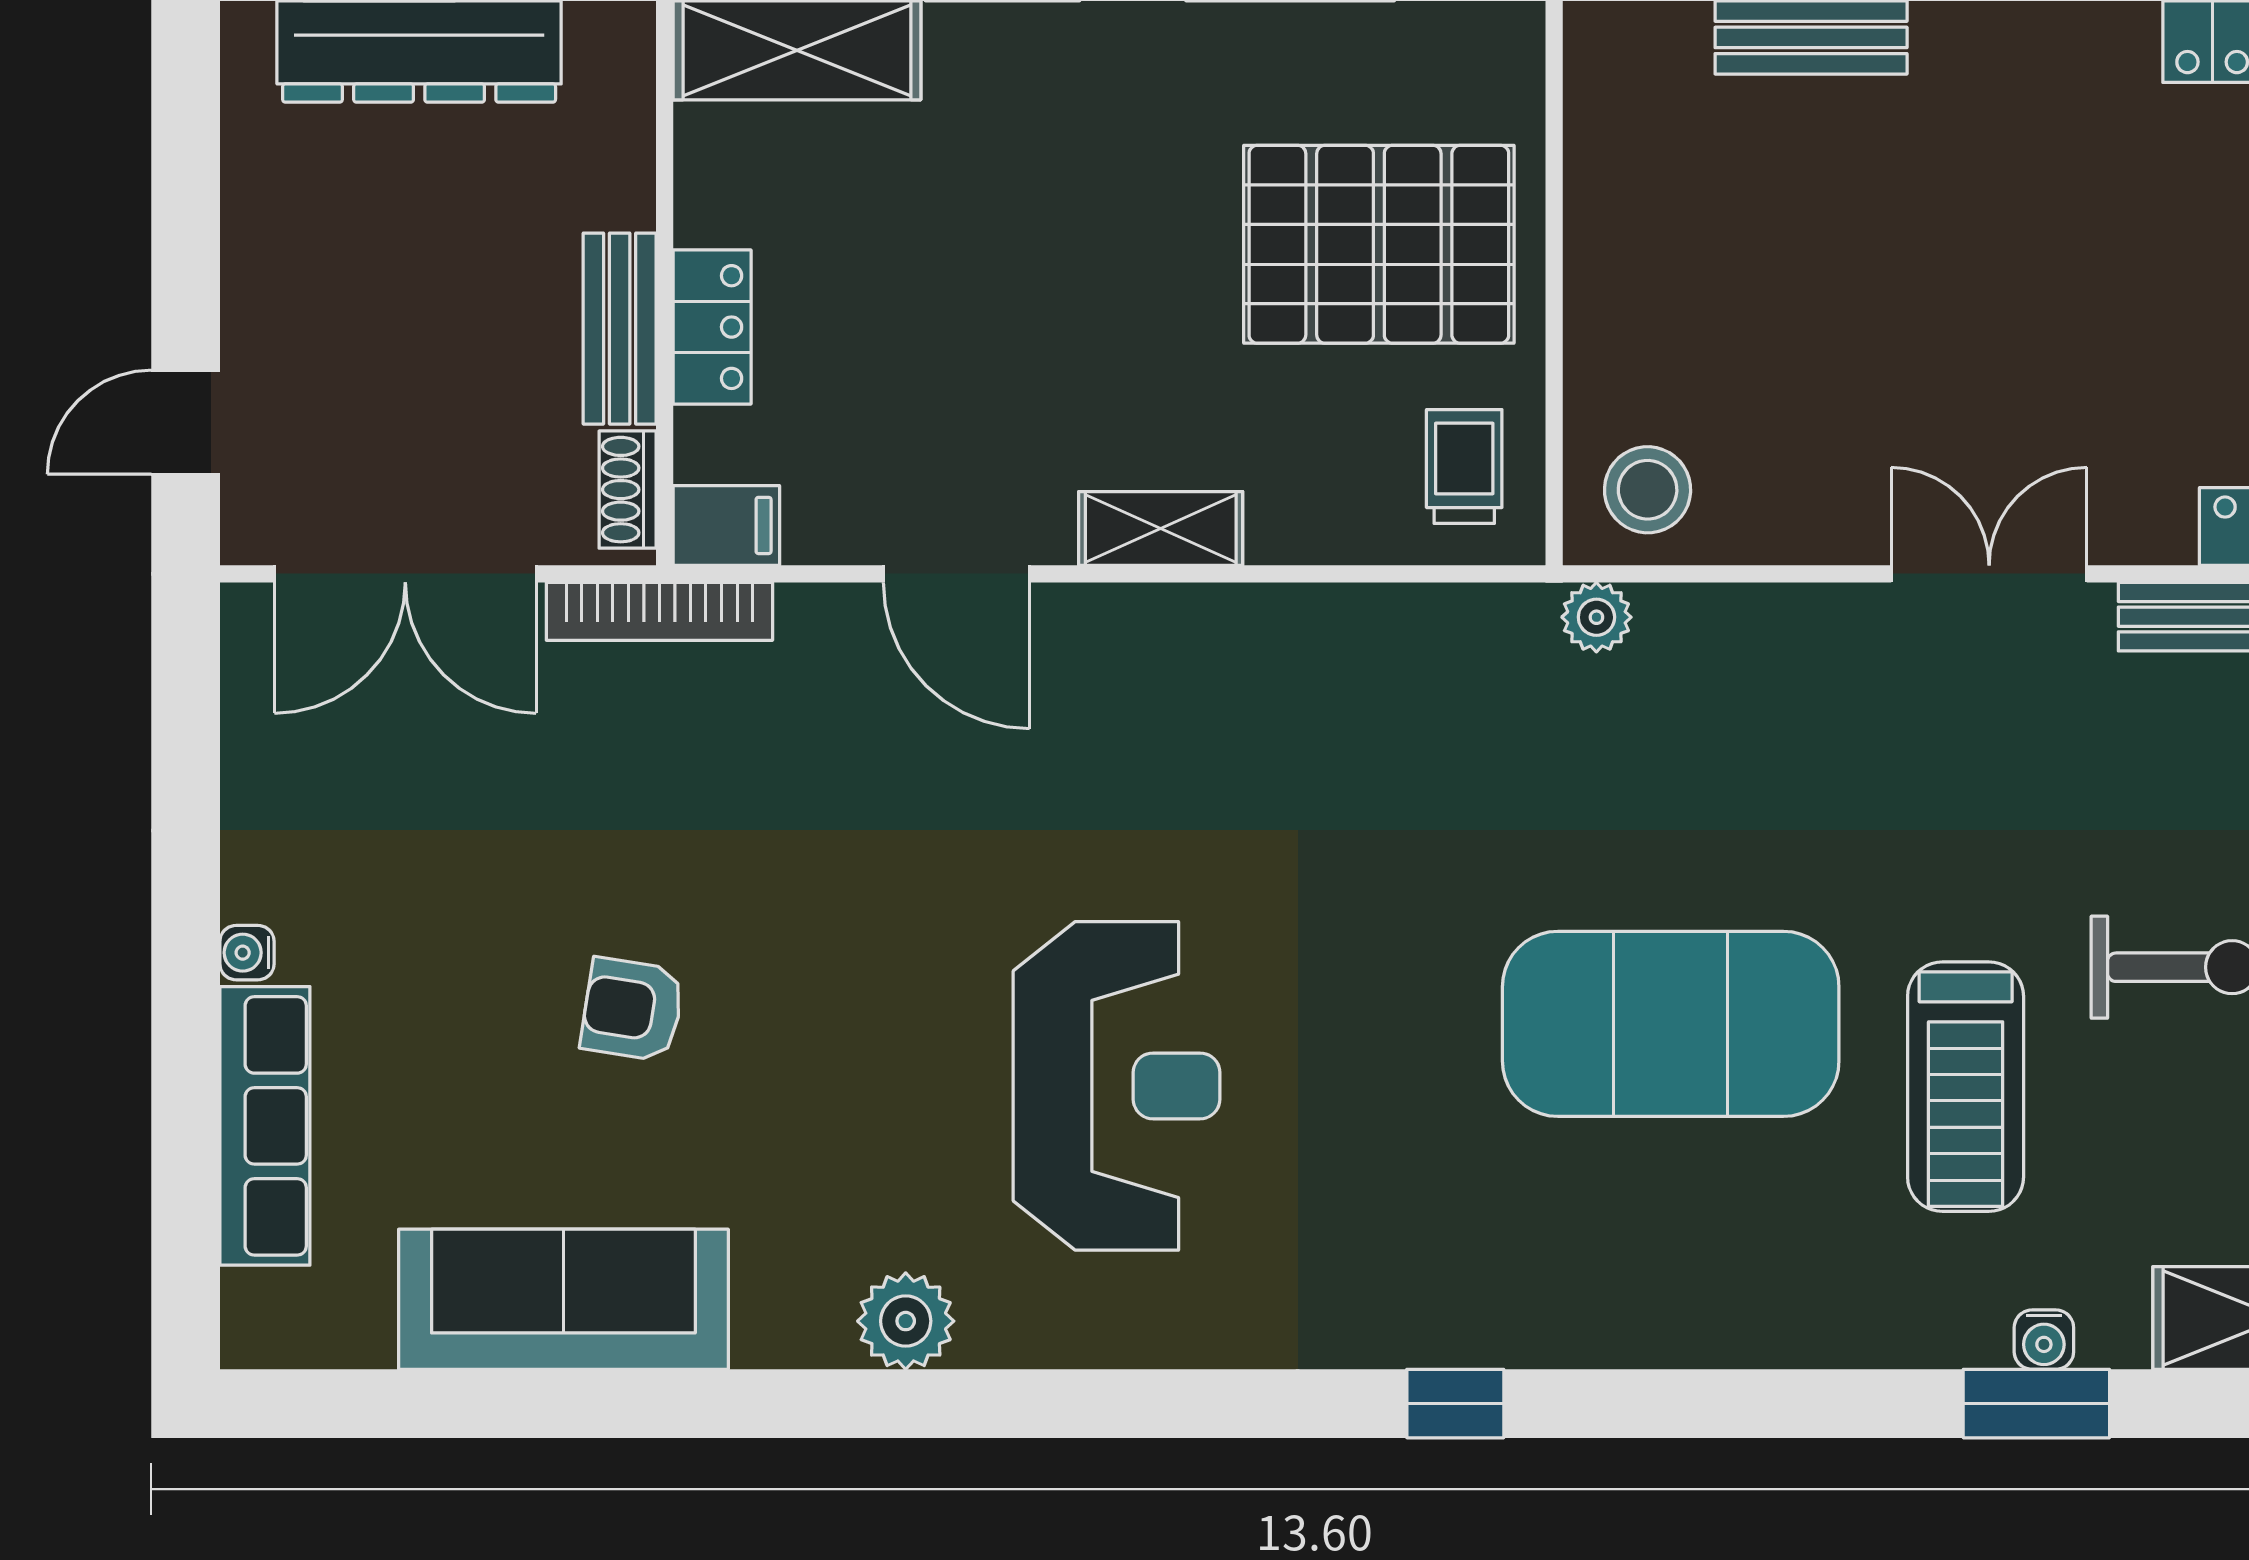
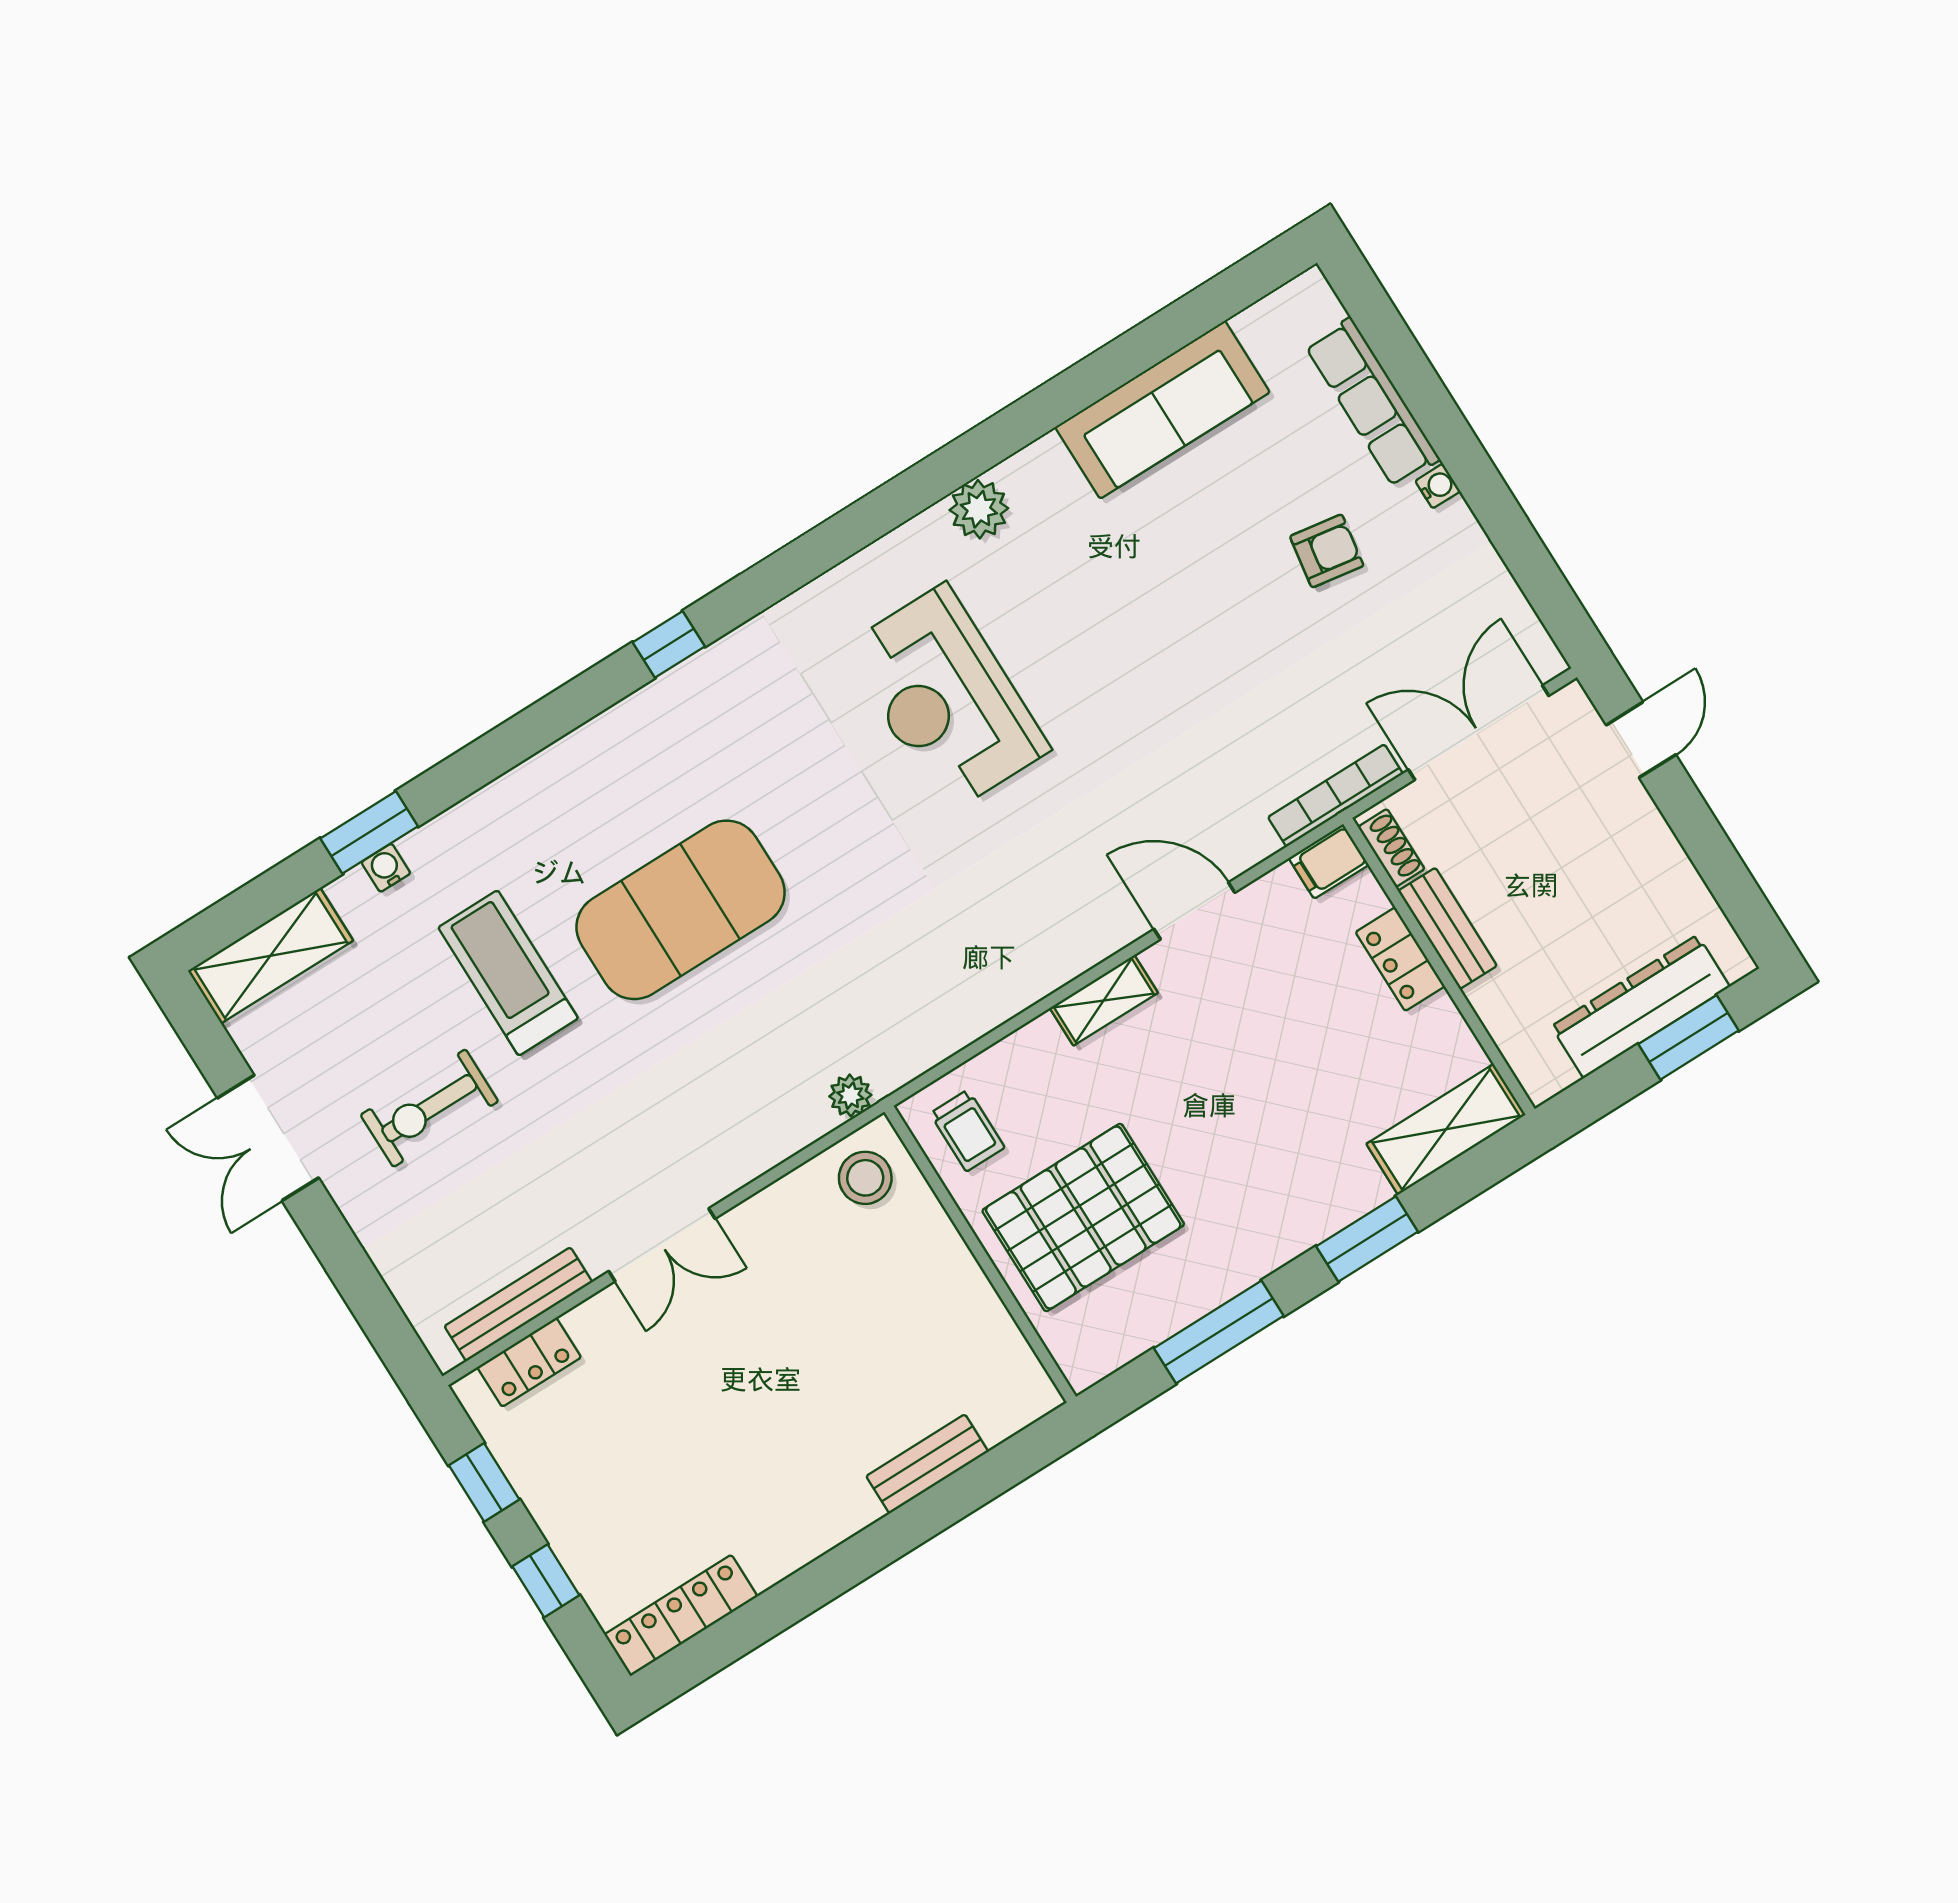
armchair: (632, 1009) -> (1327, 551), moved

